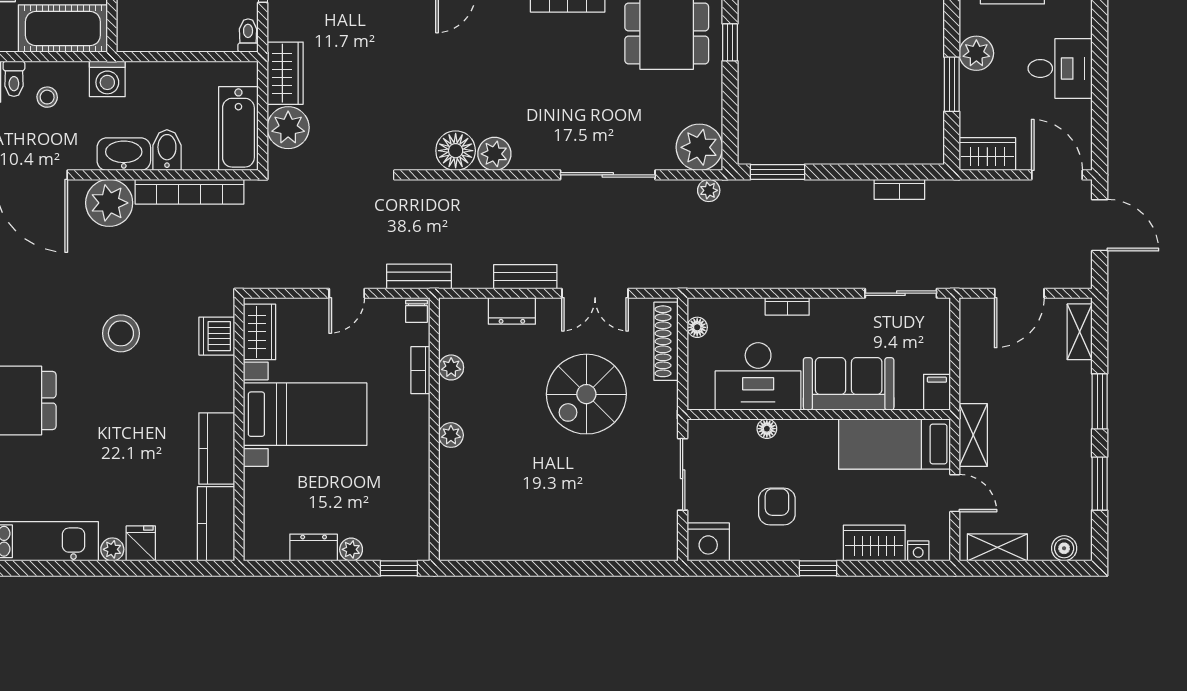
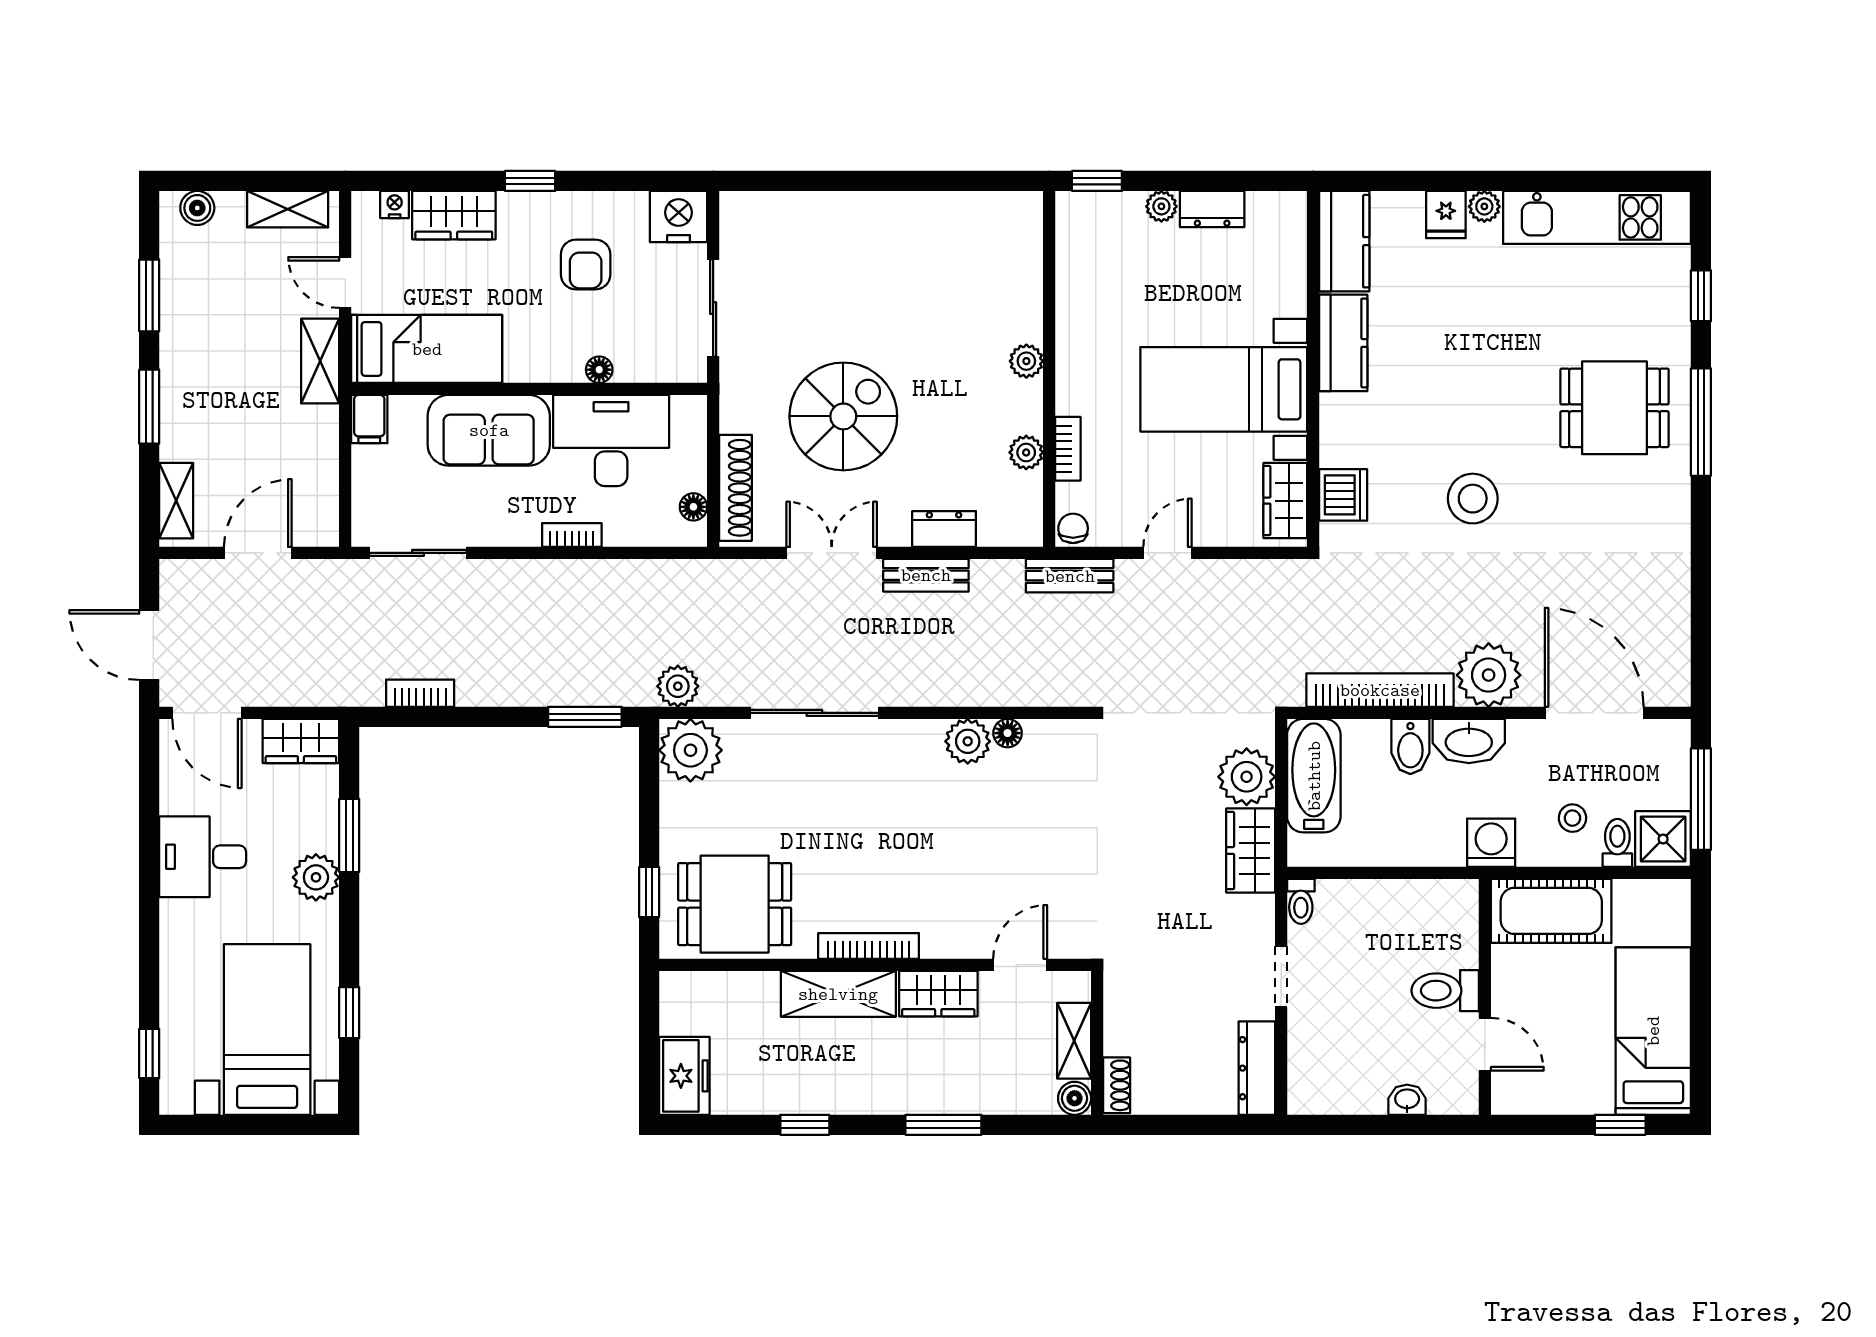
floor lamp: (456, 151) -> (1008, 733), width x0.53, depth x0.53
plant: (709, 190) -> (678, 686), width x1.38, depth x1.38

